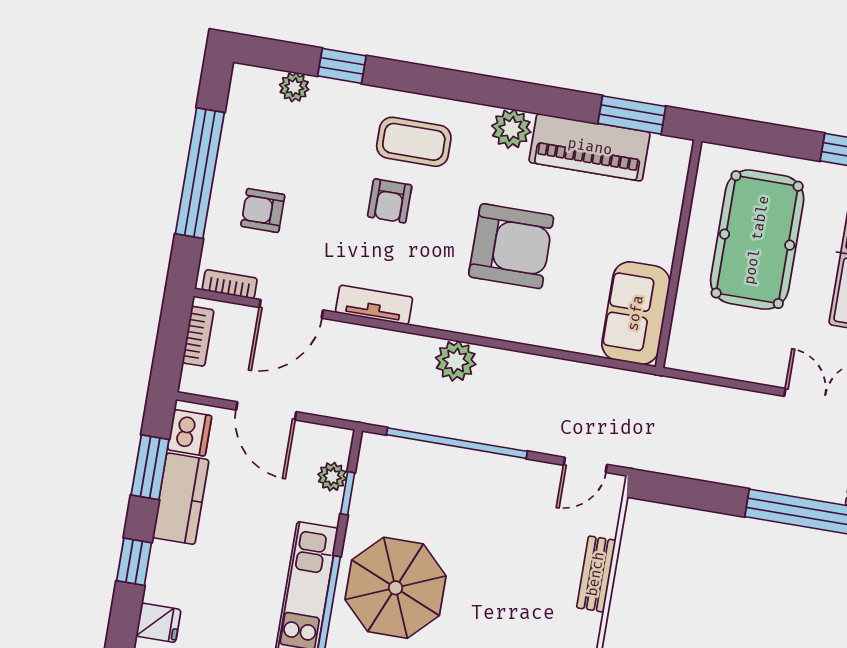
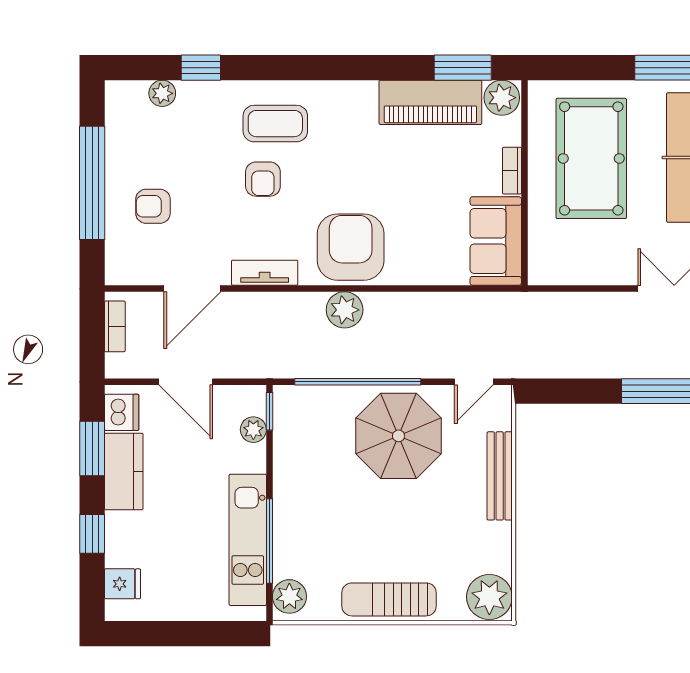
plant: (511, 129) -> (502, 98), moved
armchair: (511, 246) -> (351, 247), moved, turned -90
bookcase: (230, 284) -> (512, 171), moved, turned -90
window: (348, 493) -> (269, 411), moved
bench: (596, 574) -> (500, 476), width x1.36
parasol: (396, 588) -> (399, 436), moved

